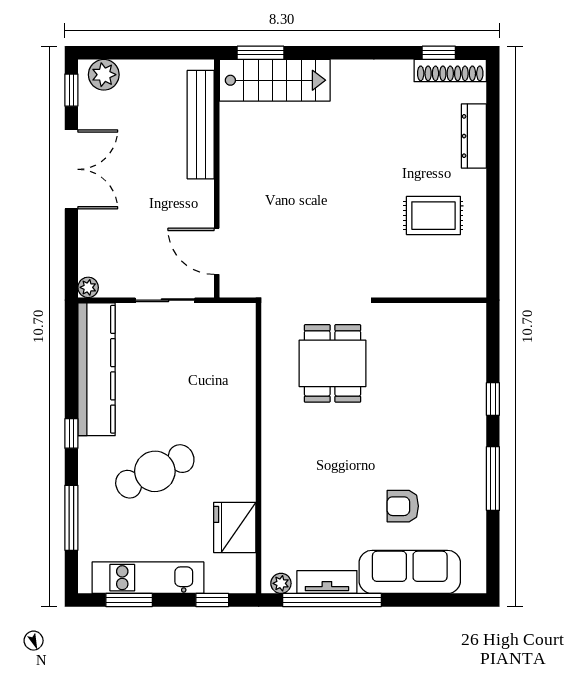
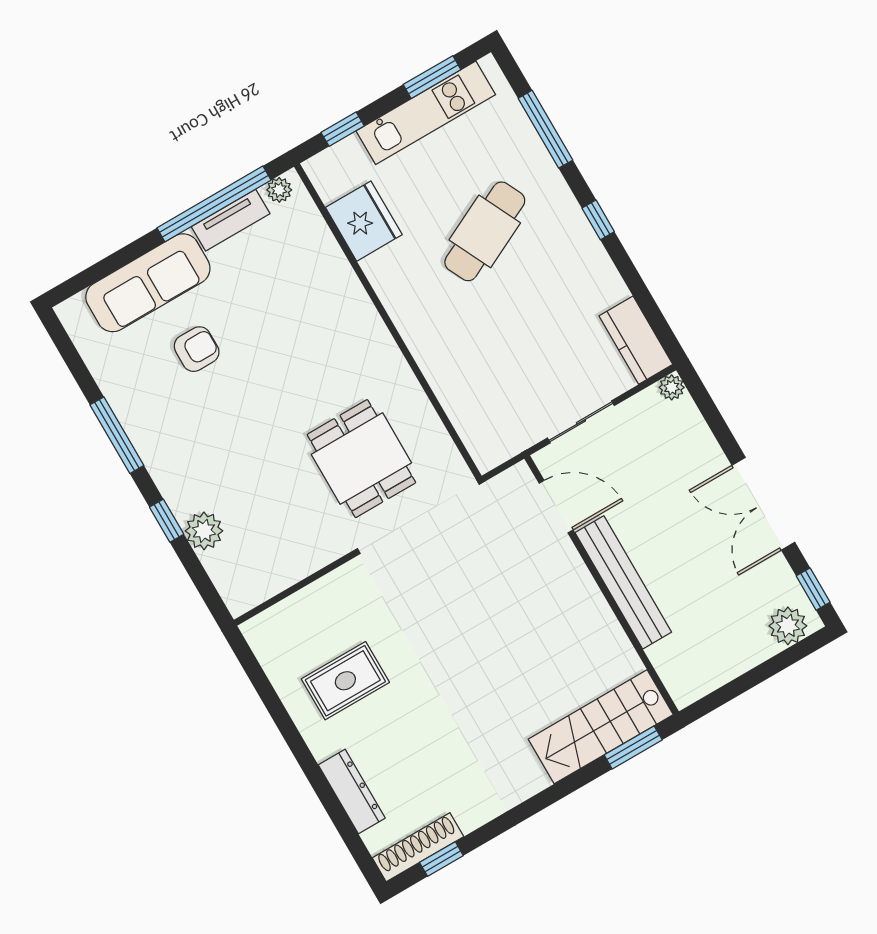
bench: (201, 125) -> (623, 582), moved
kitchen counter: (97, 369) -> (636, 340), width x0.48, depth x0.86
plant: (471, 377) -> (204, 531), added

